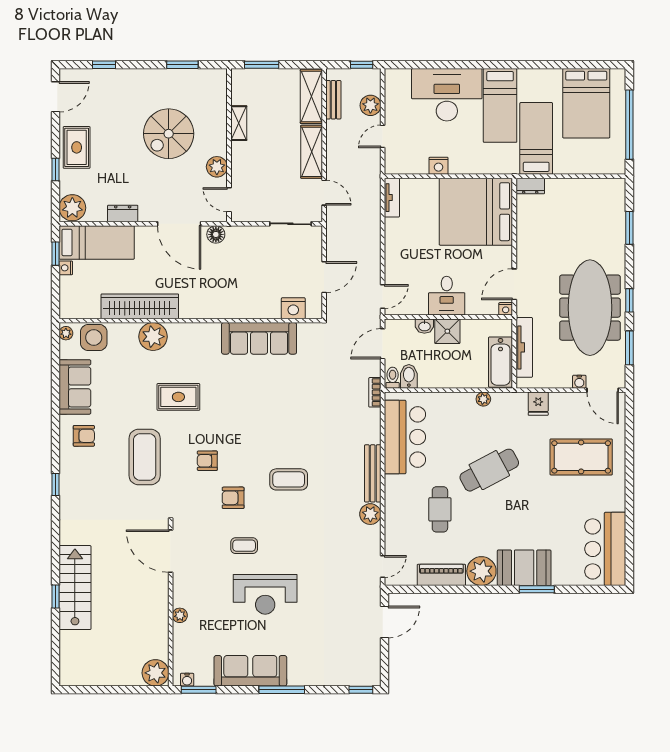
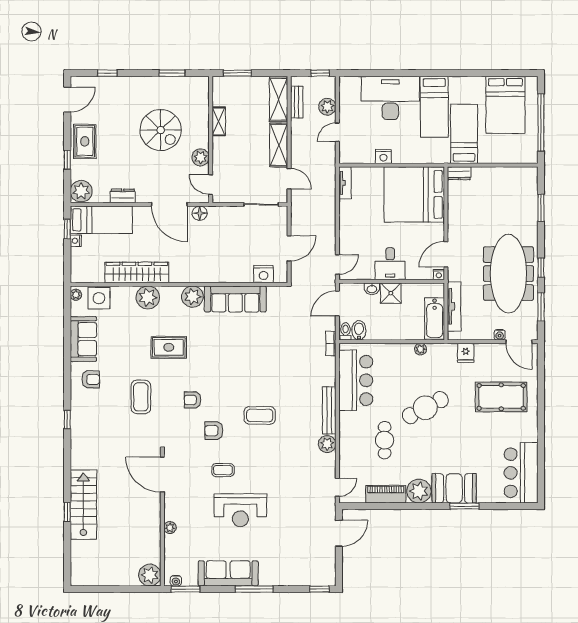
spiral stairs: (169, 134) -> (161, 130), turned -90
plant: (207, 335) -> (192, 297), added
coffee table: (145, 457) -> (141, 397), width x0.73, depth x0.76

